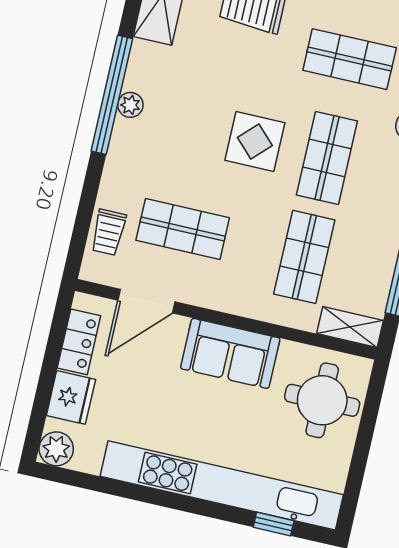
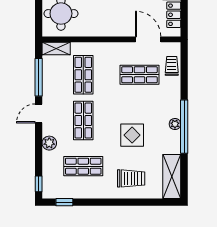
display table: (255, 142) -> (132, 135), moved
door: (146, 301) -> (148, 39), hinge flipped
sofa: (230, 353) -> (106, 25), removed

